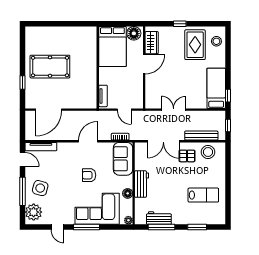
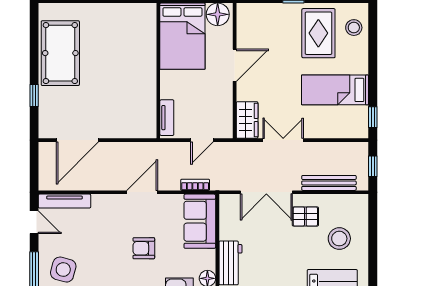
wardrobe: (152, 43) -> (247, 120), moved
pool table: (50, 67) -> (60, 53), moved, turned 90
bed: (216, 88) -> (335, 90), moved, turned -90
door: (124, 110) -> (202, 140), hinge flipped
stool: (208, 152) -> (339, 239), moved

